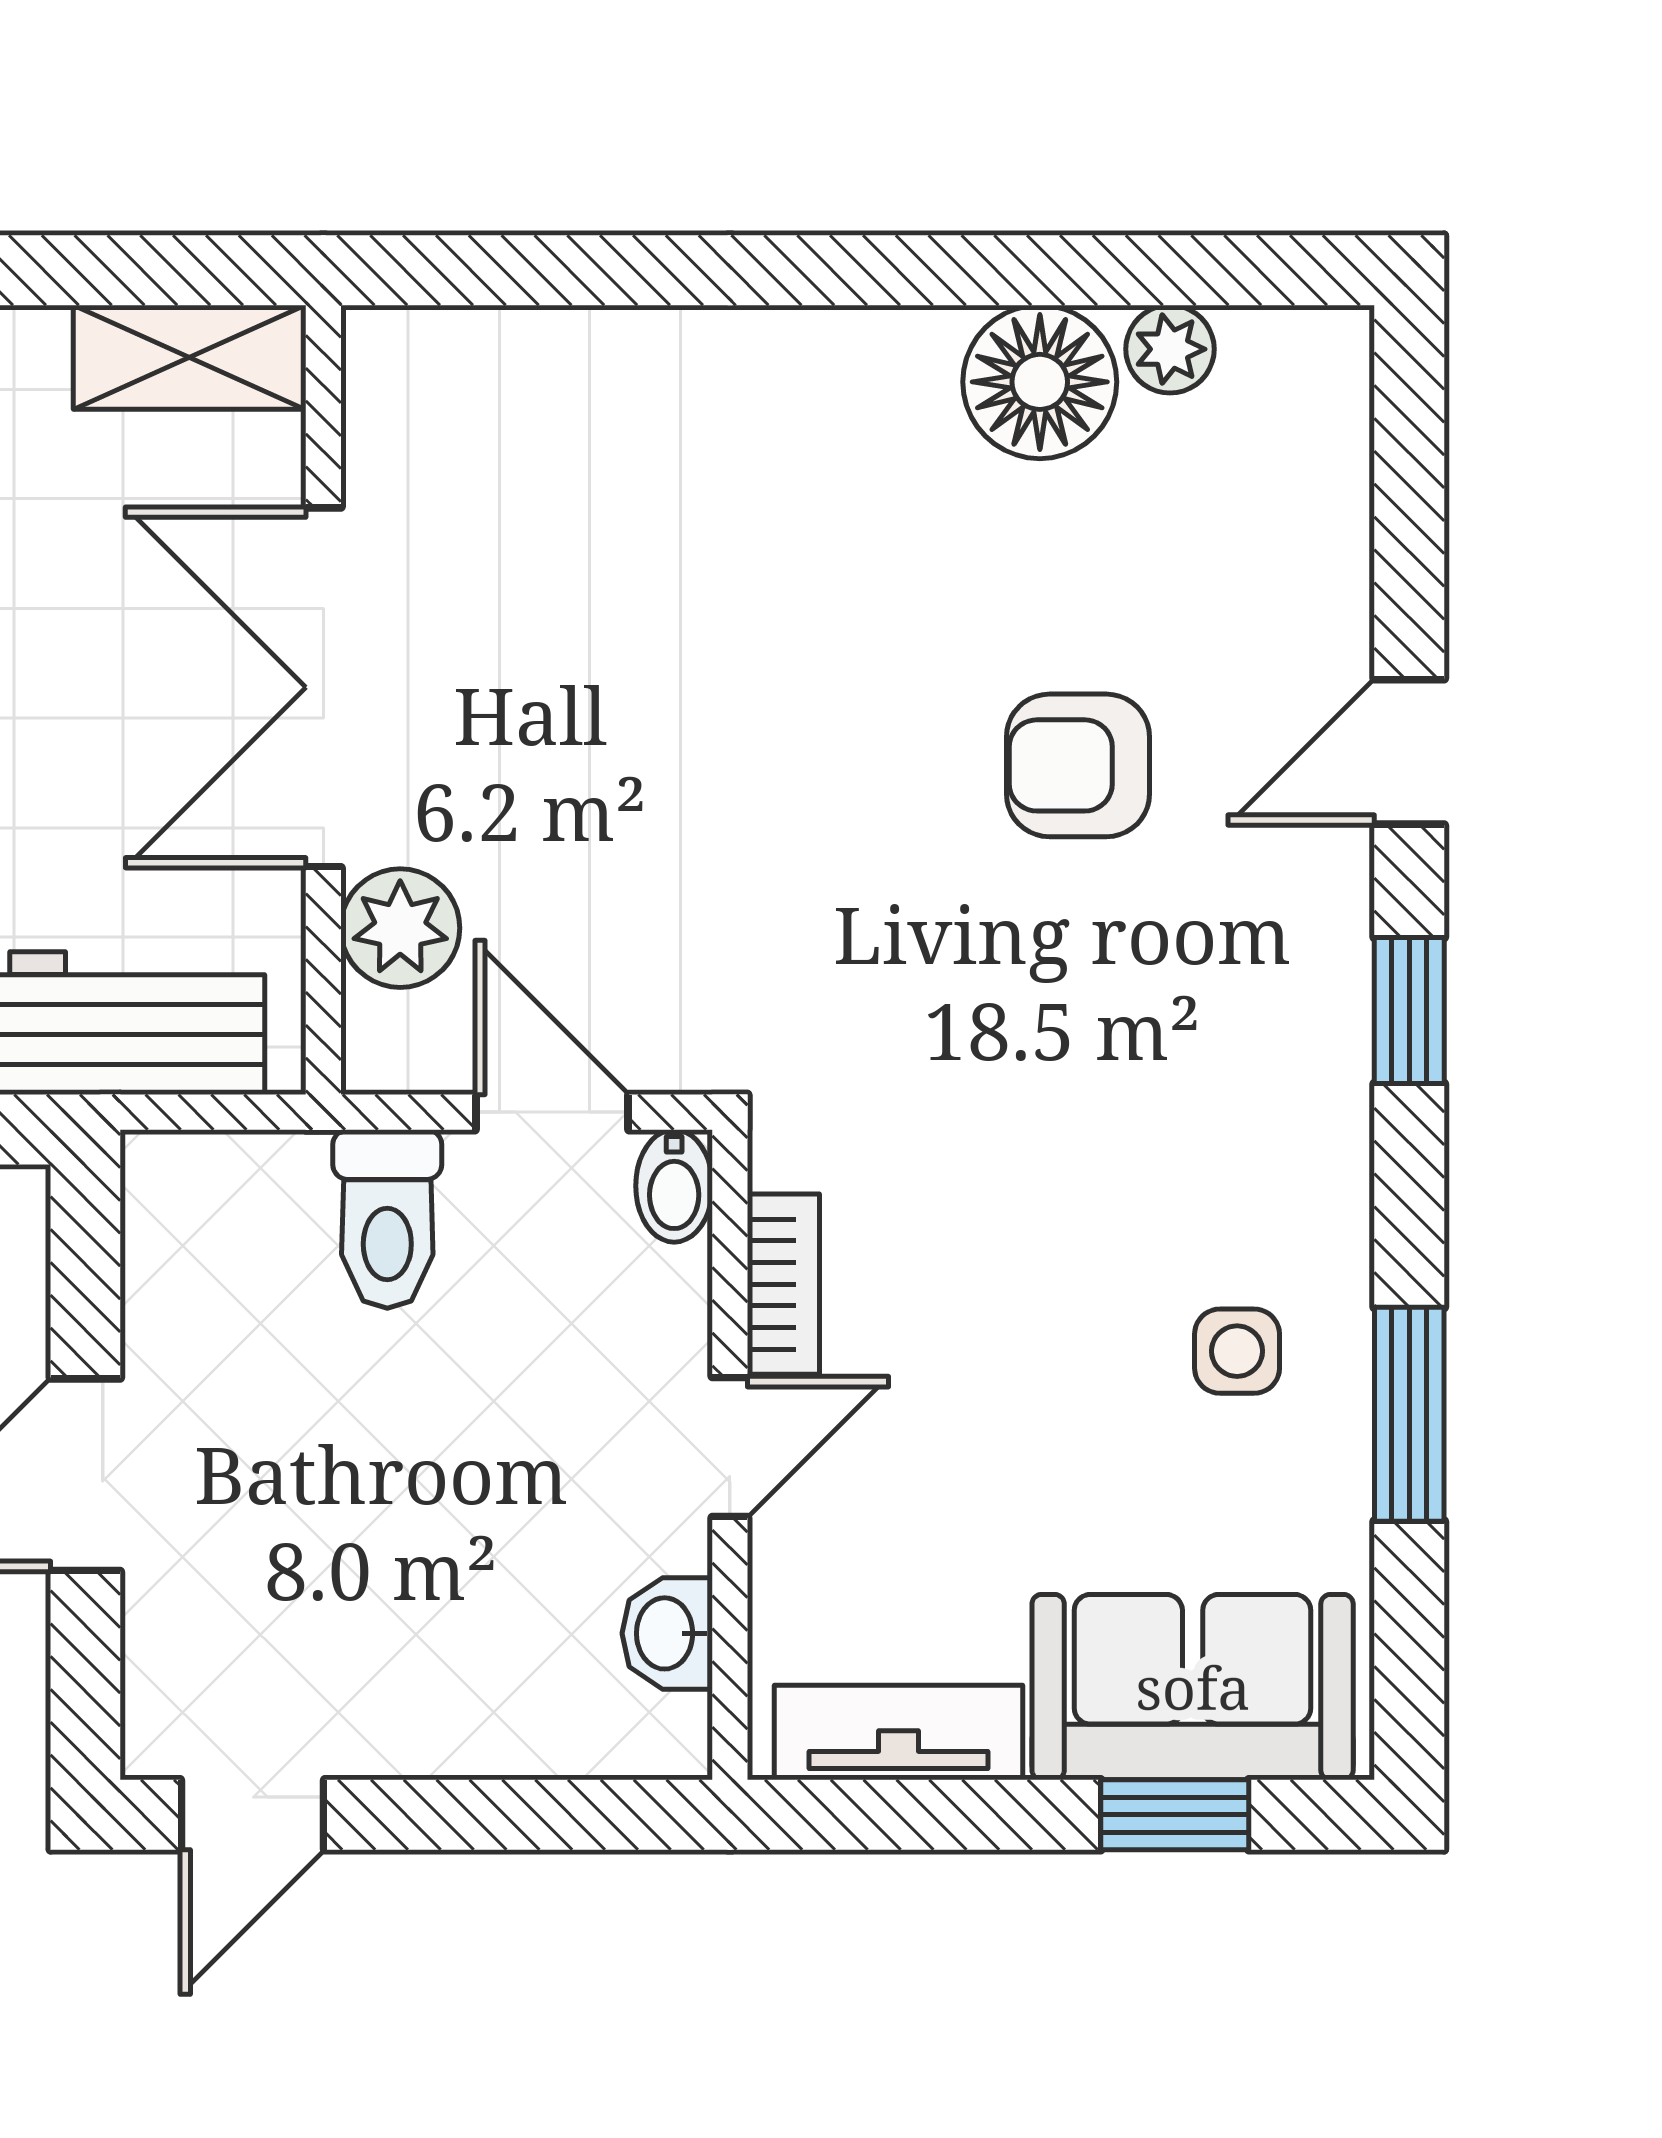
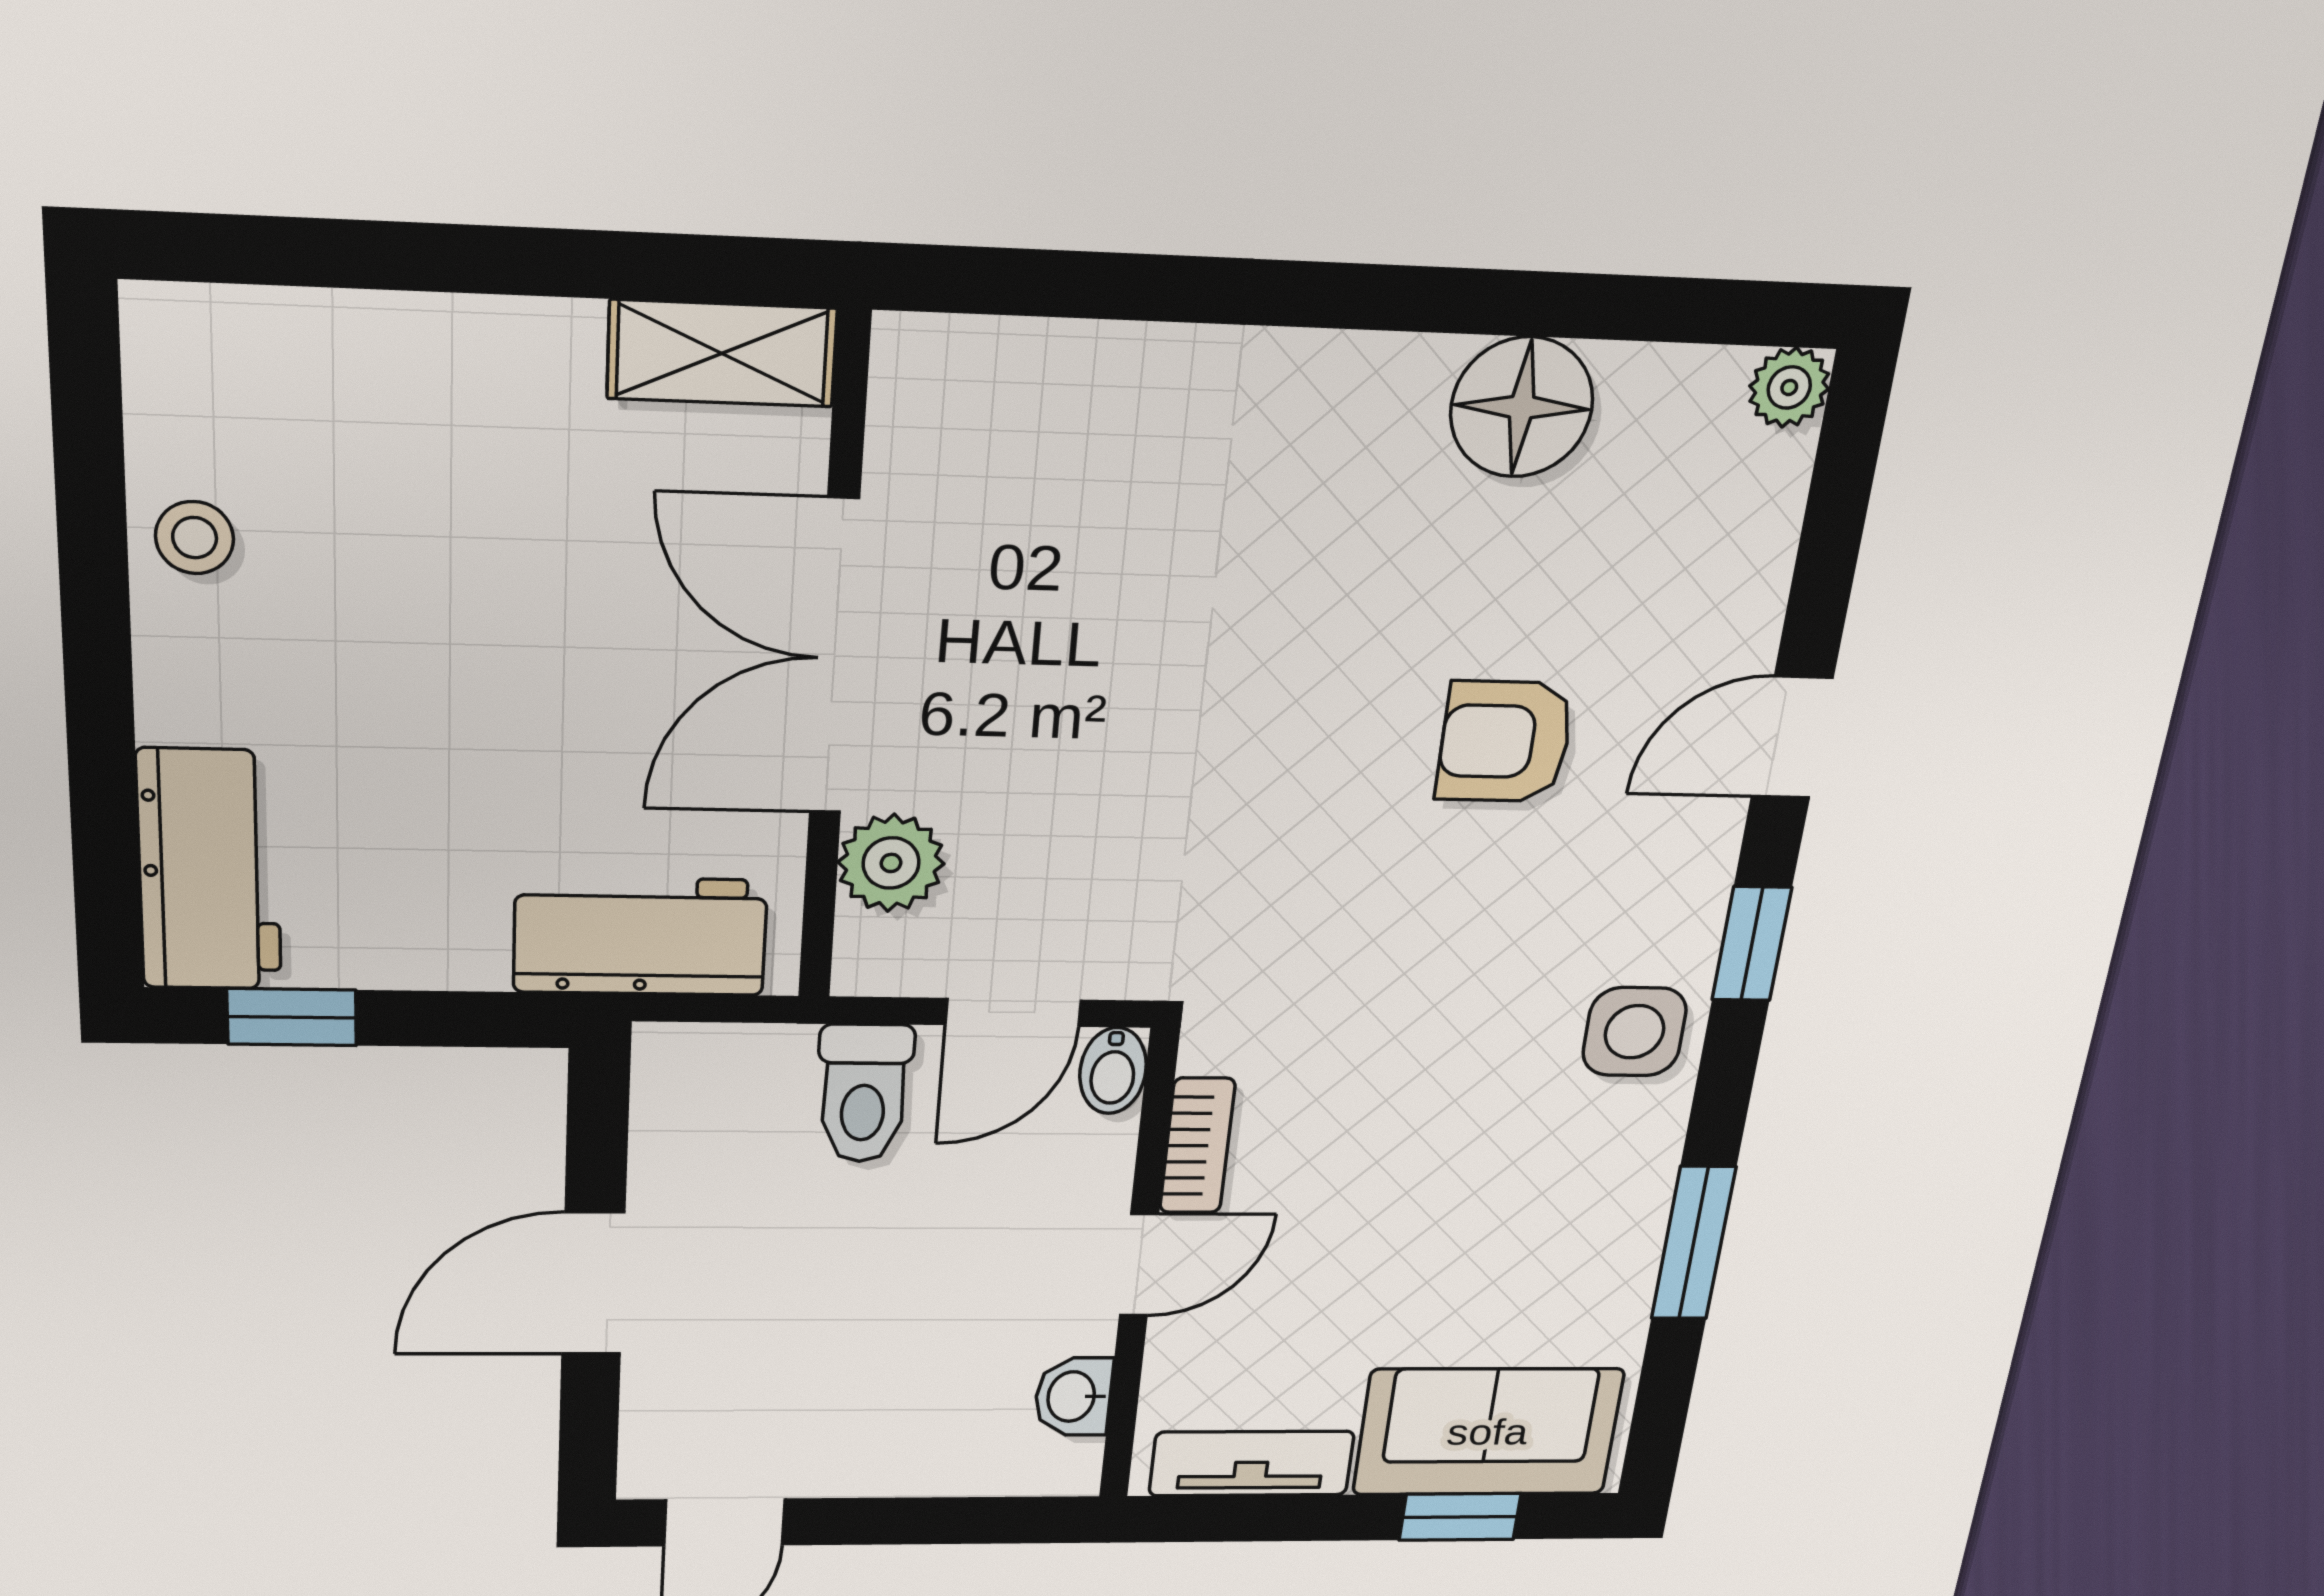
plant: (1170, 349) -> (1789, 387), moved
door: (552, 1112) -> (1013, 1012), swing flipped
side table: (1237, 1351) -> (1635, 1032), moved, width x1.37, depth x1.37

